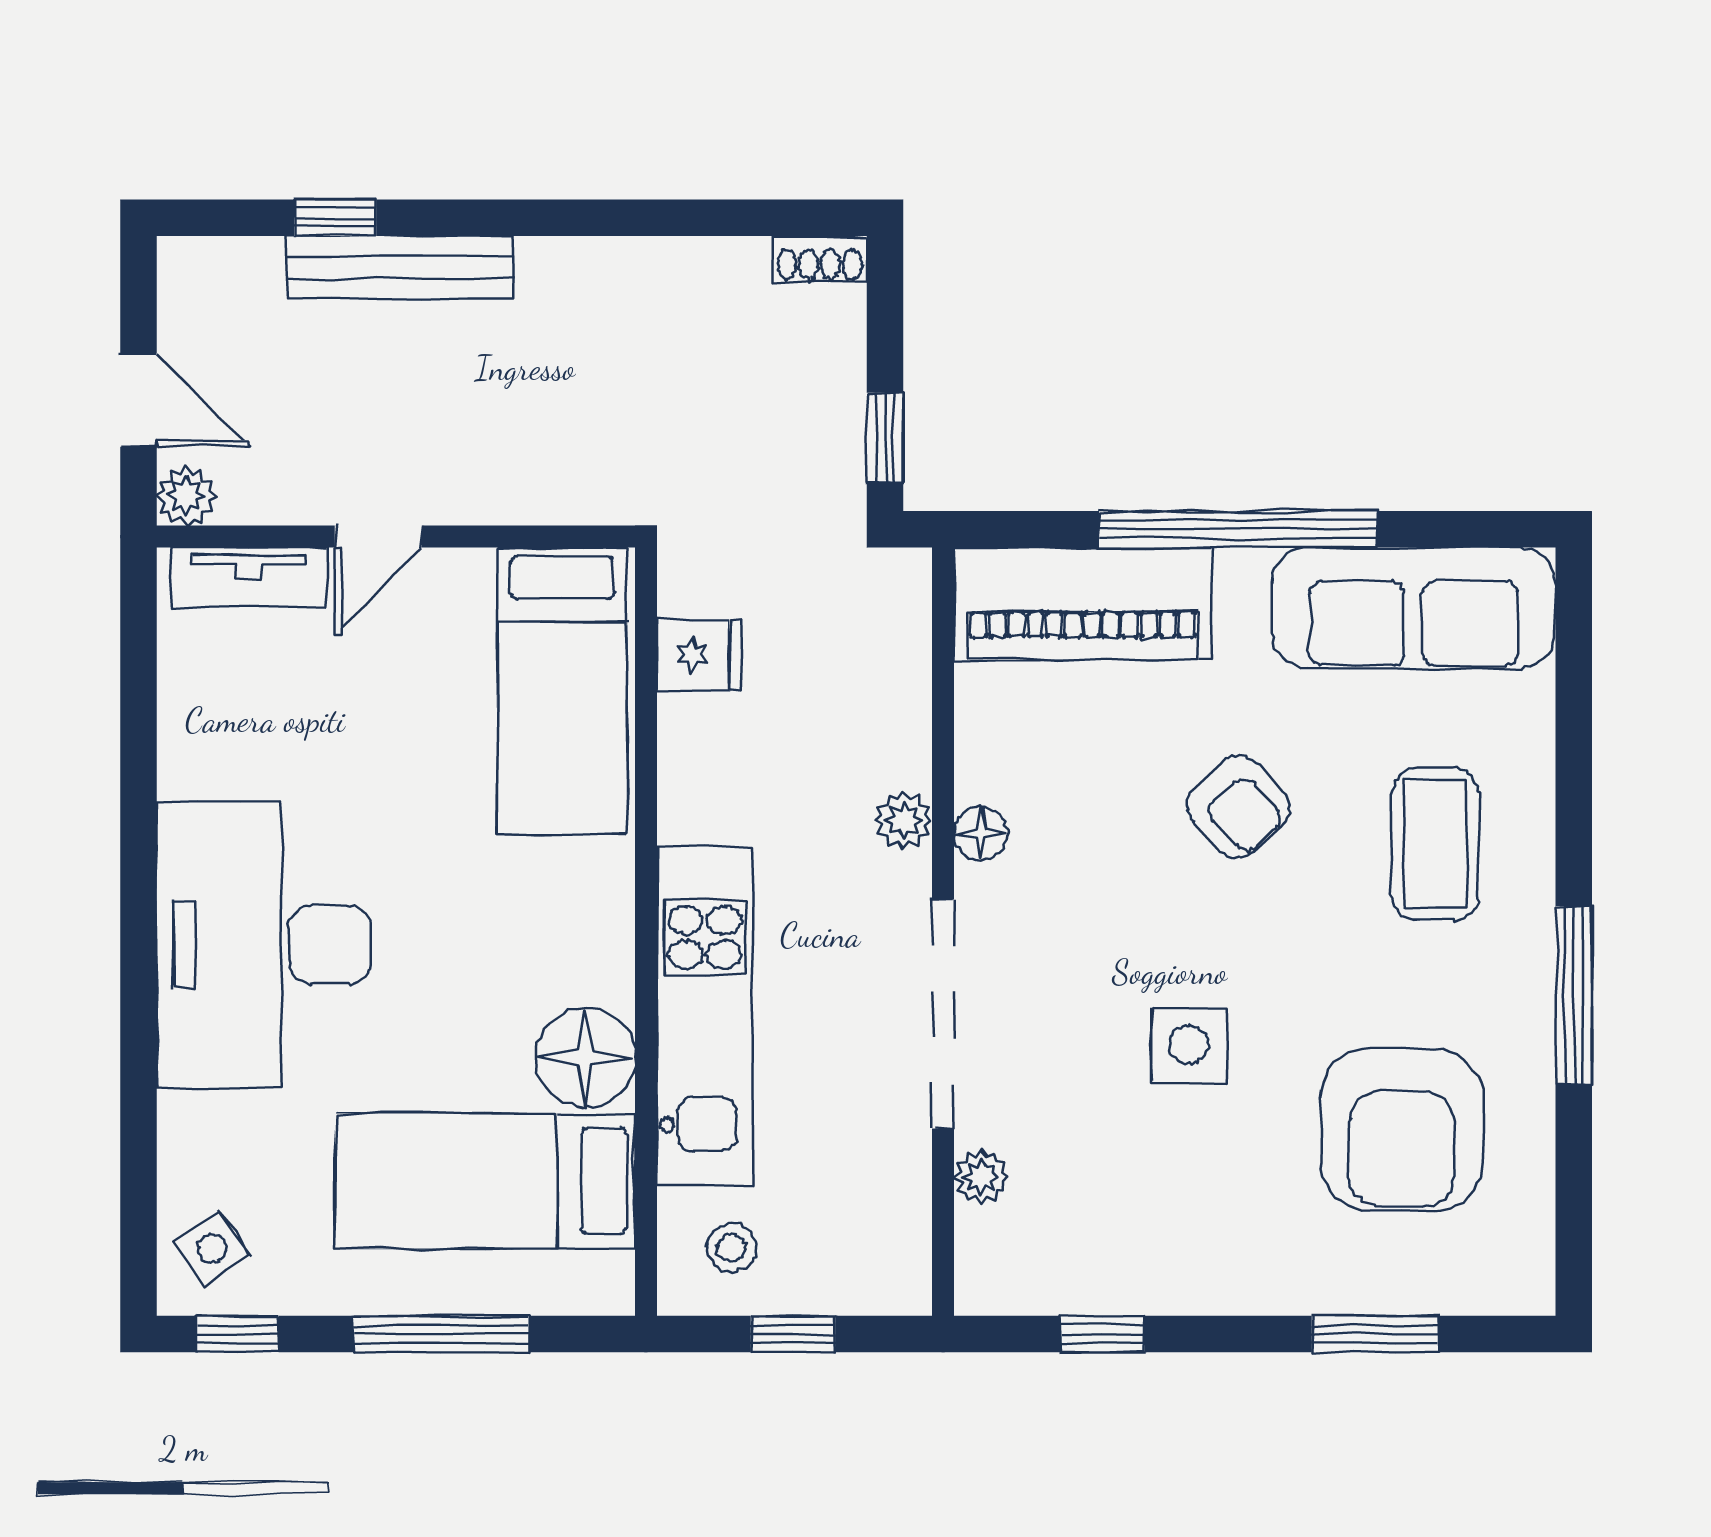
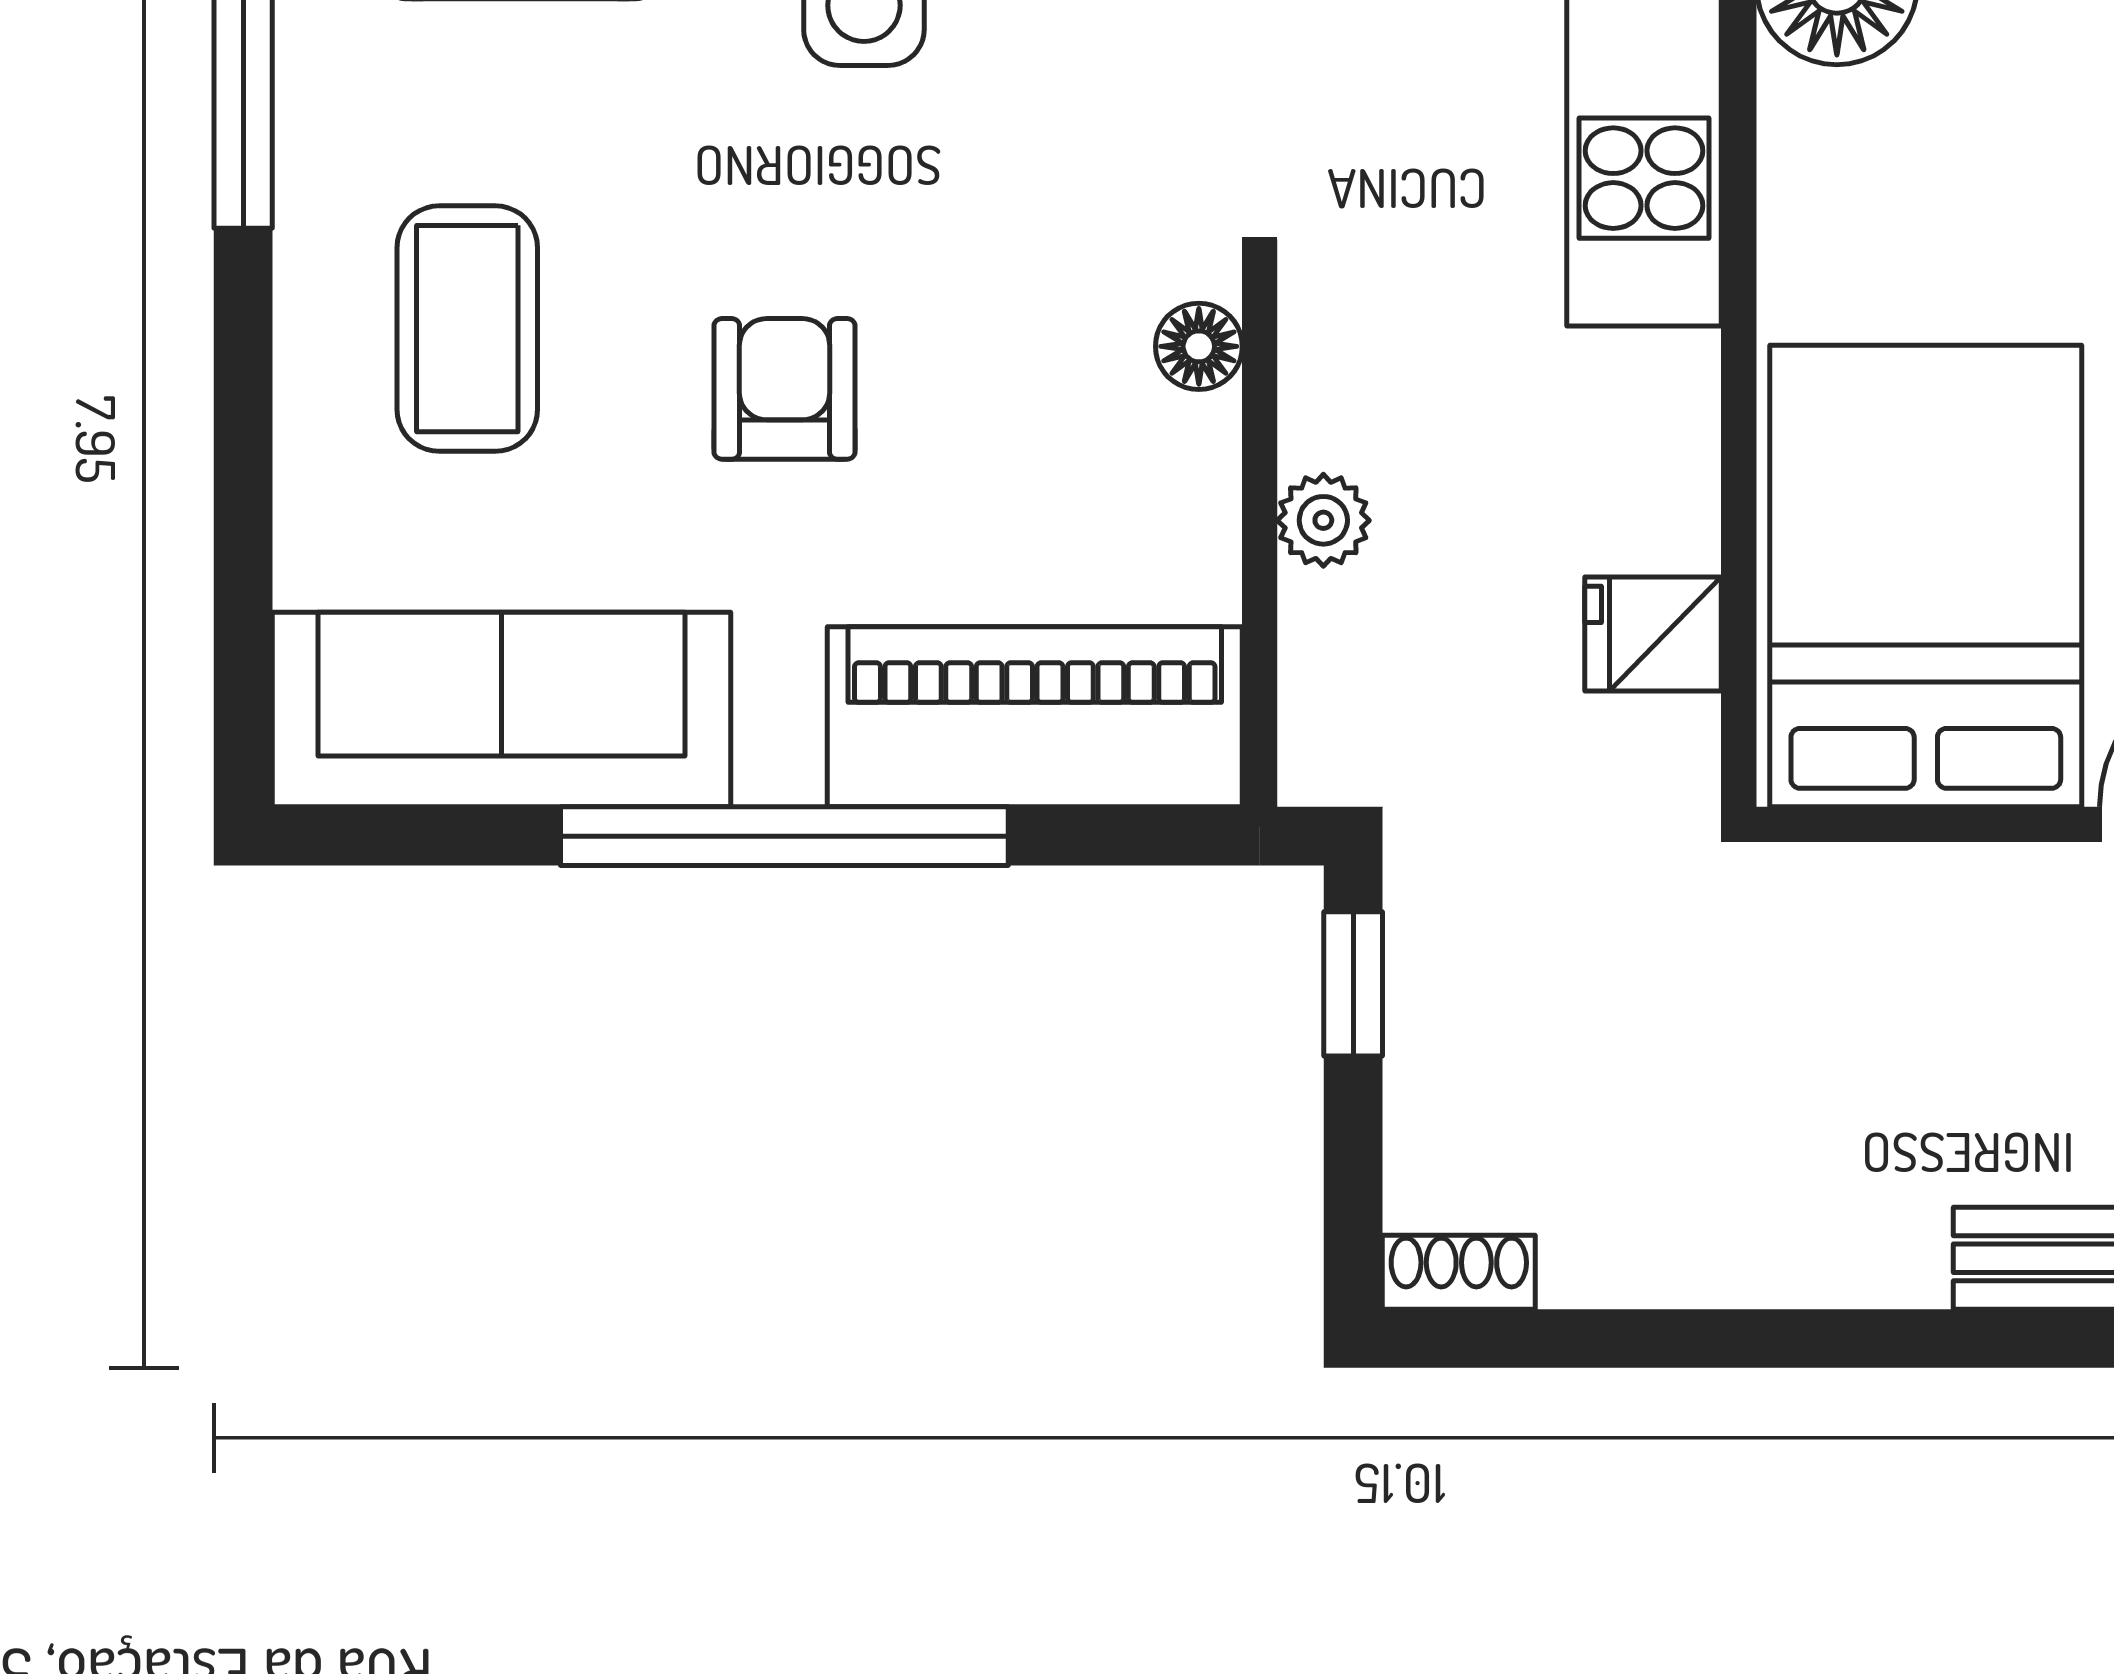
bed: (562, 691) -> (1926, 576), width x1.50
armchair: (1238, 807) -> (785, 389), turned 42
plant: (904, 820) -> (1323, 520), moved

